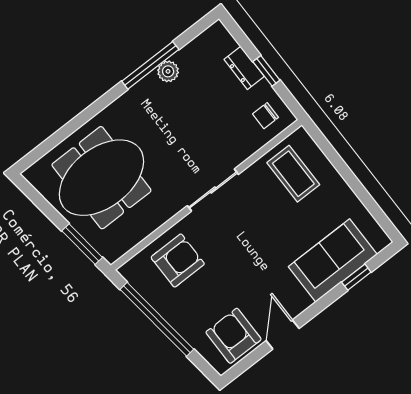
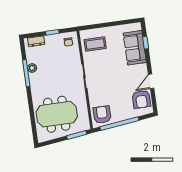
dresser: (244, 68) -> (36, 41), moved
meeting table: (101, 178) -> (57, 114), turned 90
armchair: (178, 261) -> (102, 115), moved
door: (283, 335) -> (151, 81), hinge flipped
armchair: (234, 336) -> (141, 99), turned -90

